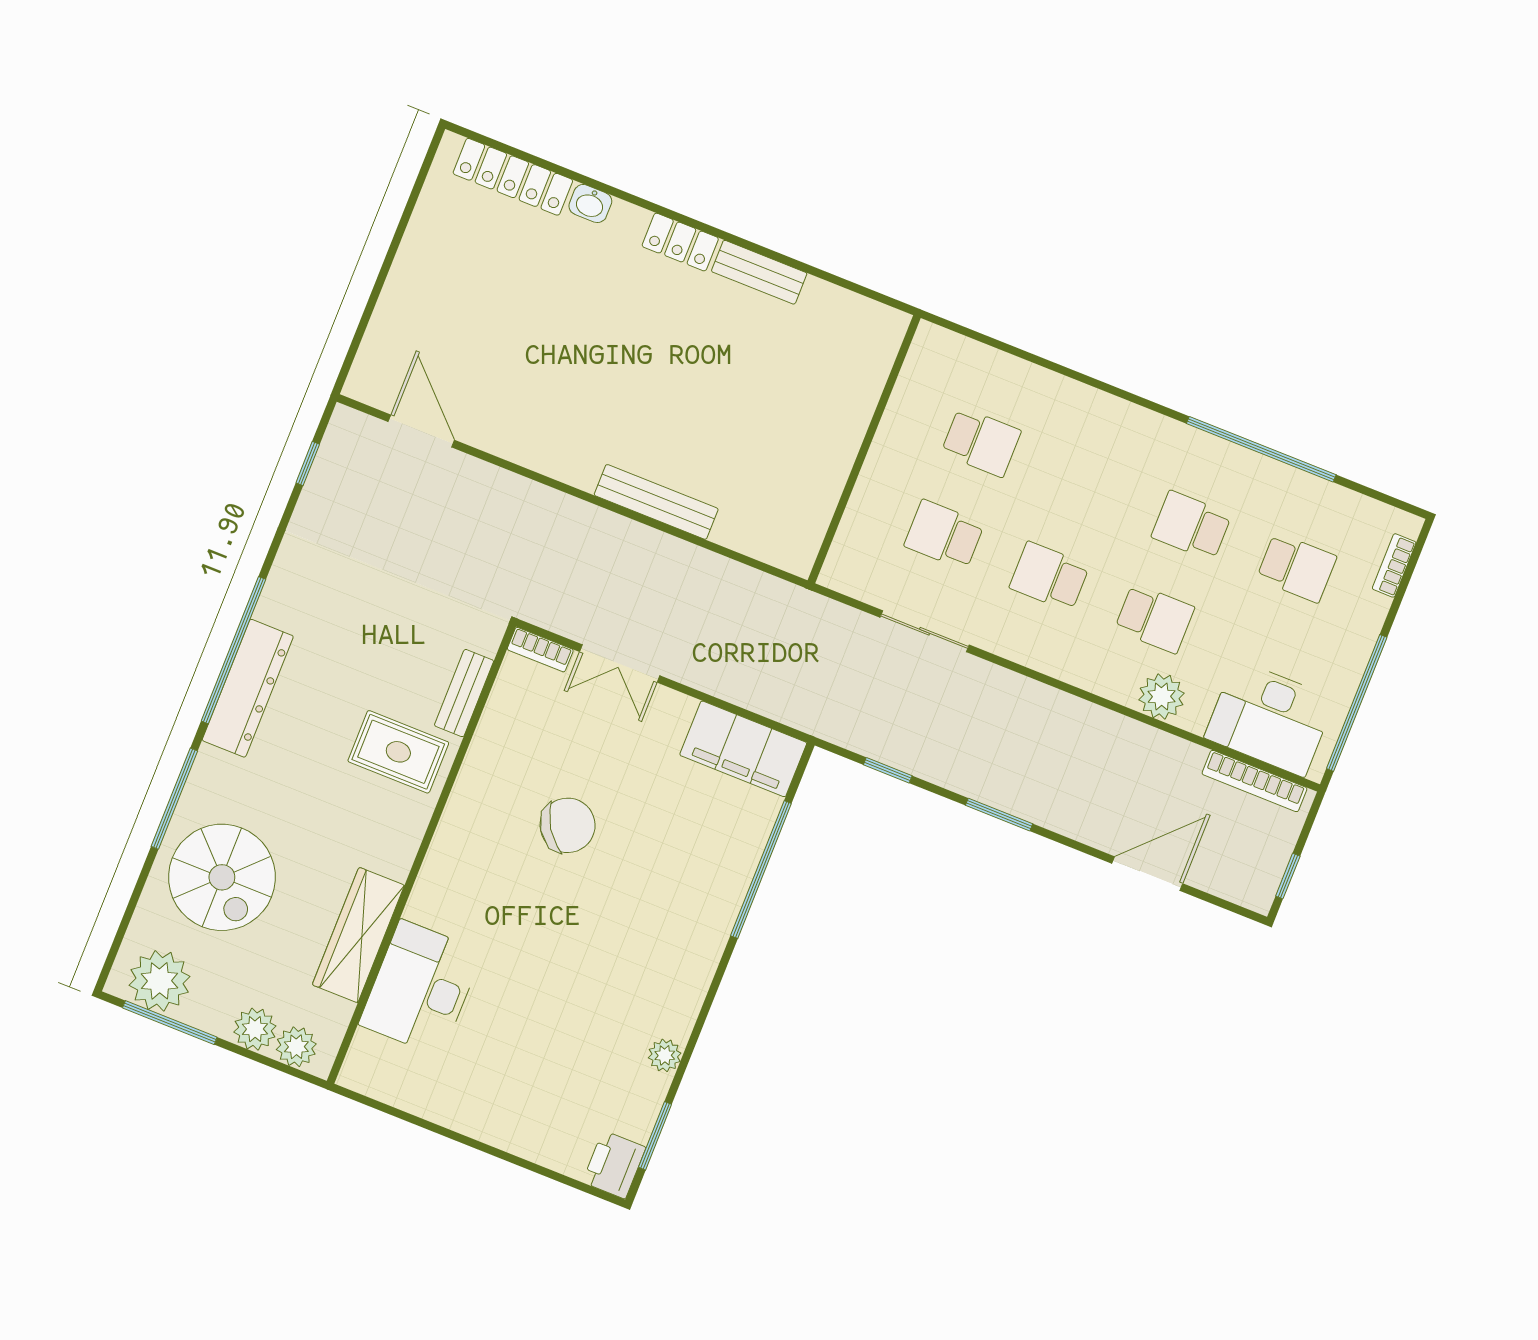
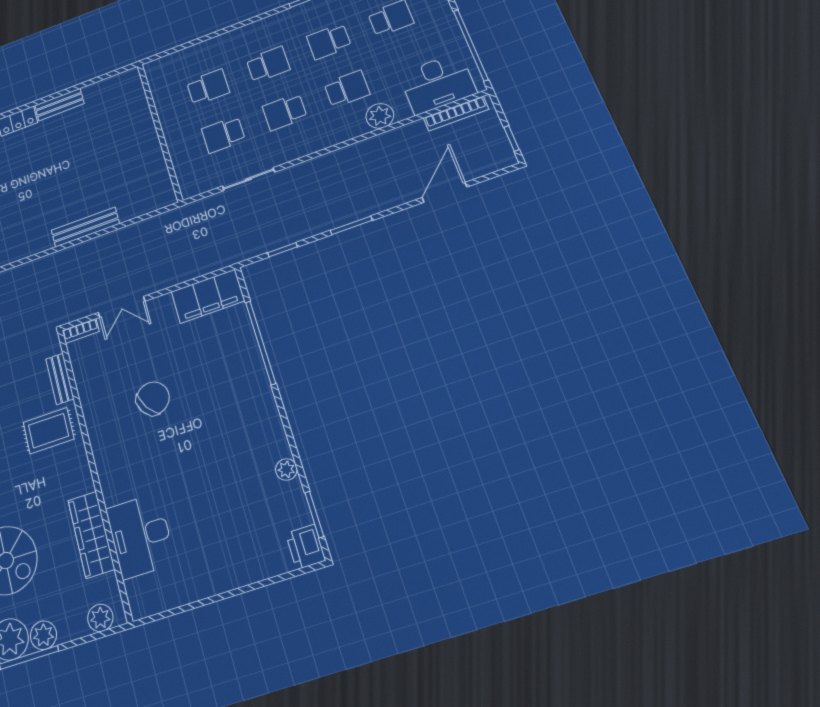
school desk: (1086, 484) -> (268, 64), added
plant: (255, 1029) -> (43, 635), moved

